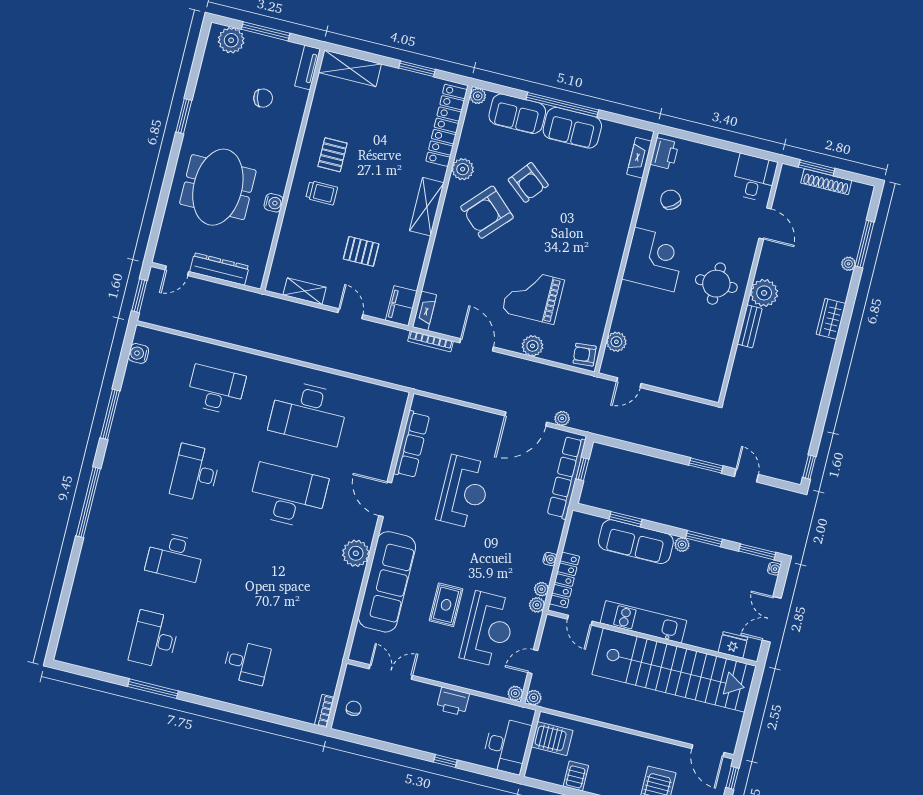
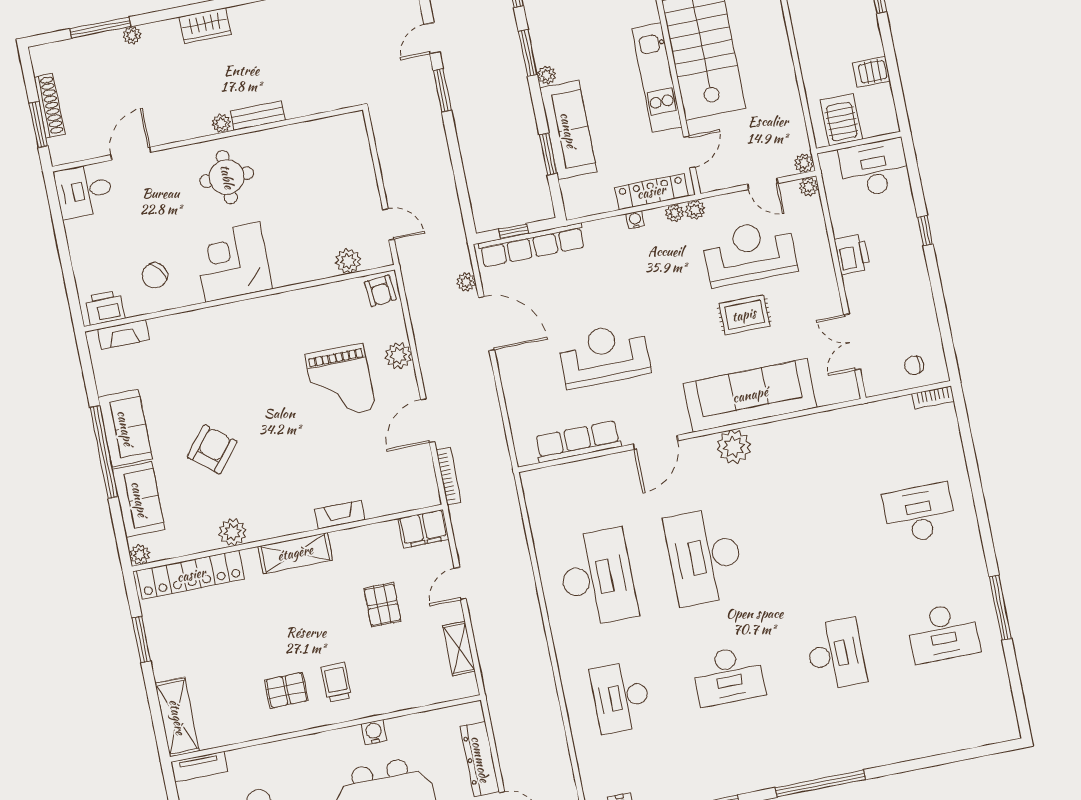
armchair: (487, 212) -> (269, 481), removed
plant: (764, 293) -> (221, 123), width x0.53, depth x0.53
fireplace: (424, 311) -> (340, 515), moved
desk: (247, 663) -> (919, 513), width x1.37

